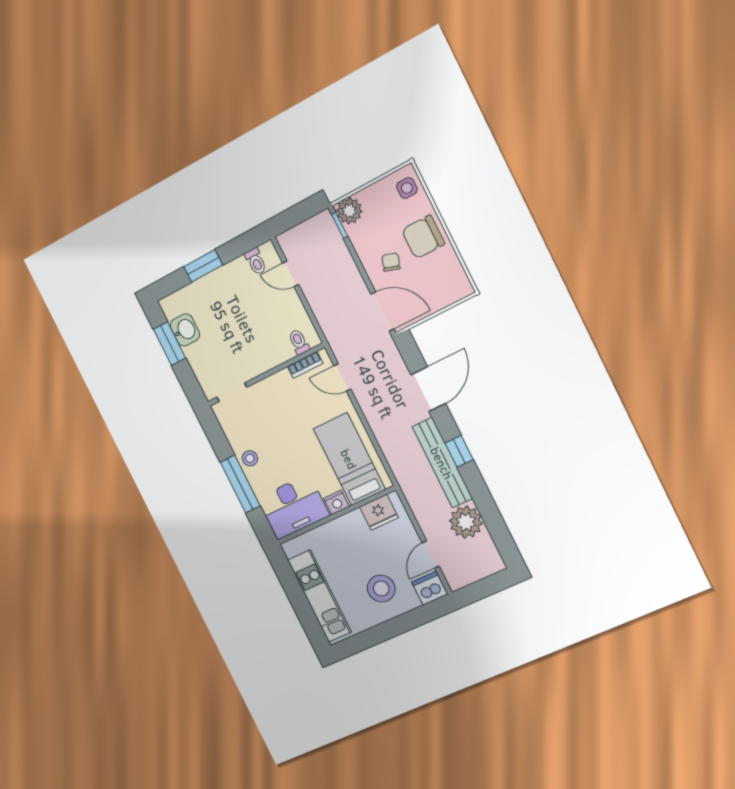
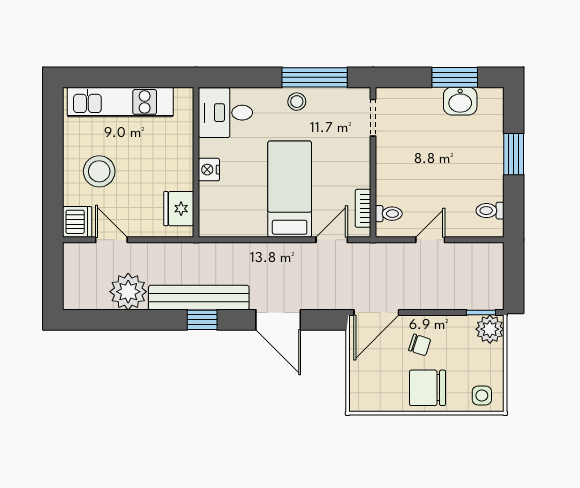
chair: (423, 237) -> (428, 388), turned -90
door: (291, 274) -> (430, 240), moved
bed: (349, 459) -> (290, 189), moved, turned -90
window: (240, 484) -> (315, 77), moved
desk: (293, 507) -> (225, 113), width x0.73

